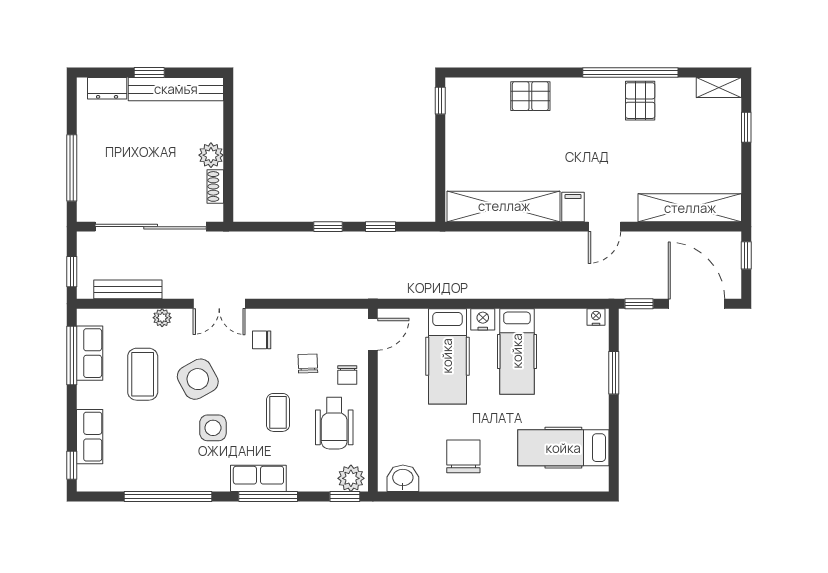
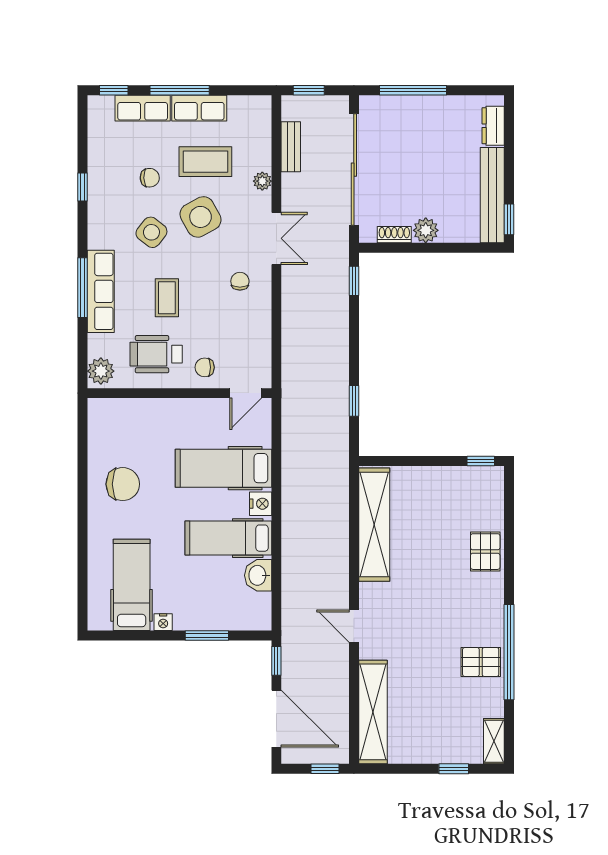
window: (149, 72) -> (509, 219), moved
filing cabinet: (573, 207) -> (374, 594), removed
window: (328, 227) -> (354, 281), moved
bench: (128, 289) -> (291, 147), width x0.73
double door: (219, 304) -> (276, 238), swing flipped
door: (696, 304) -> (276, 719), hinge flipped
nightstand: (596, 317) -> (163, 622), moved, turned 90
door: (373, 334) -> (246, 393), hinge flipped
row of seats: (90, 353) -> (199, 108), moved
window: (72, 356) -> (180, 90), moved
chair: (308, 364) -> (150, 178), moved
coffee table: (278, 412) -> (167, 298), turned 90
side table: (213, 428) -> (151, 232), turned 38
row of seats: (258, 478) -> (101, 291), width x1.48
washbasin: (403, 478) -> (258, 575), moved, turned 180
window: (168, 496) -> (82, 187), width x0.32
window: (345, 496) -> (82, 365), removed

